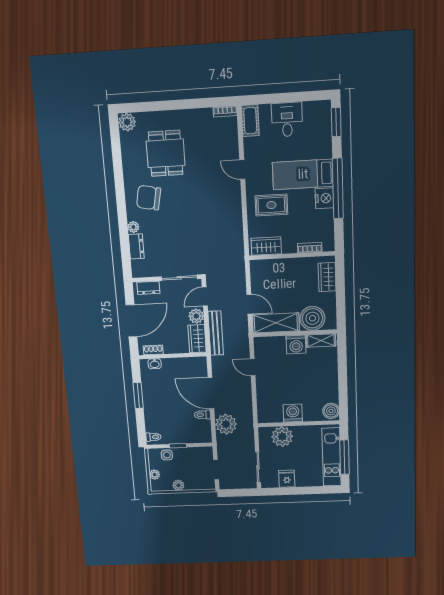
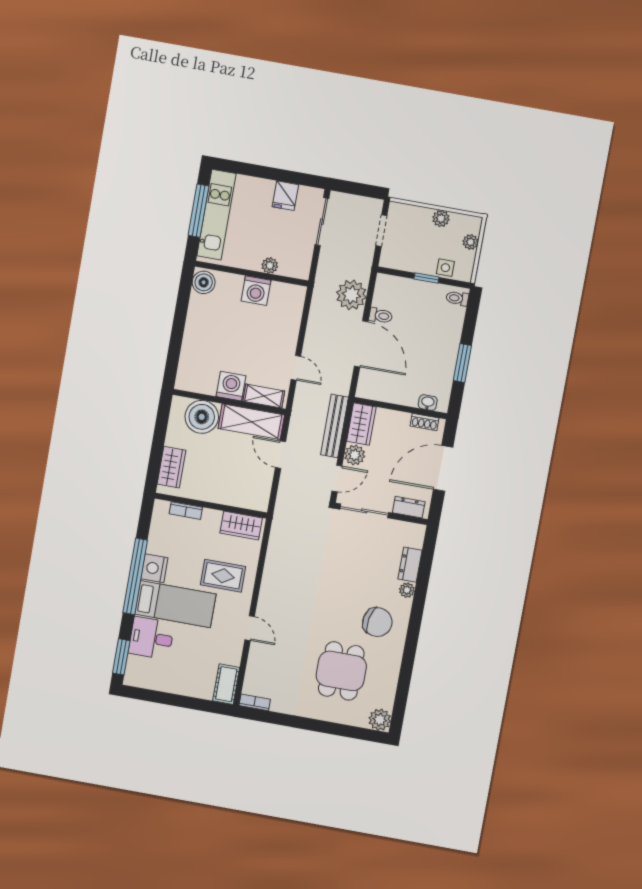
desk: (287, 120) -> (151, 638), moved, turned 90
shelving: (321, 341) -> (264, 396), moved
plant: (282, 437) -> (270, 265), width x0.53, depth x0.53

